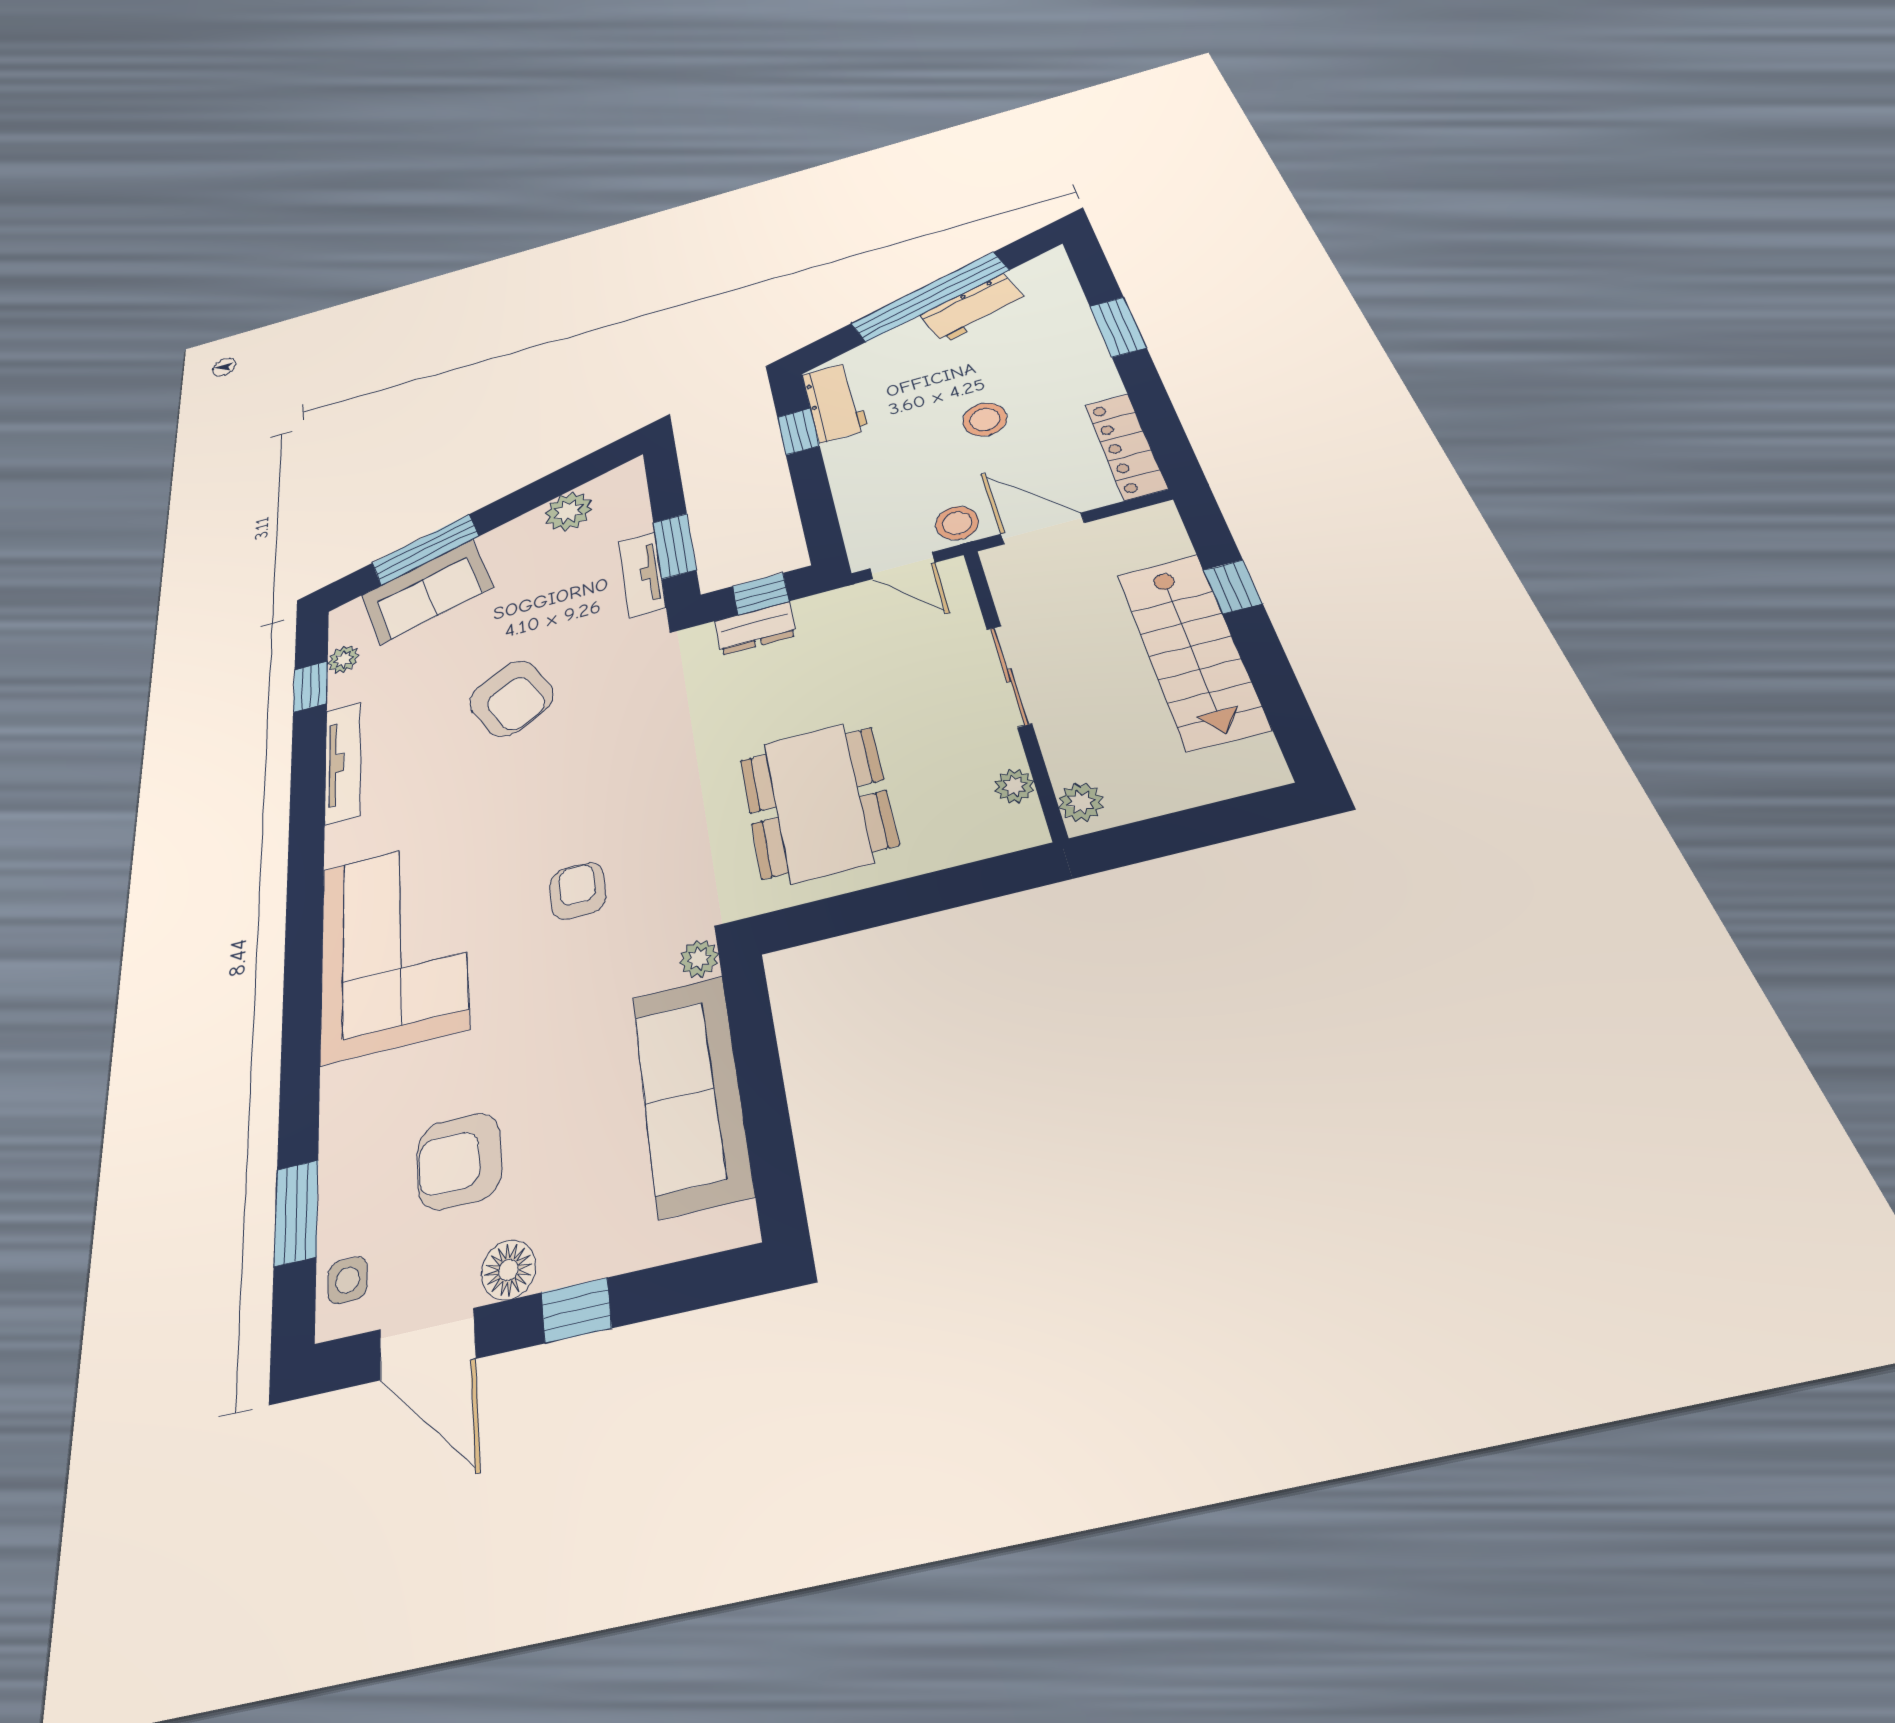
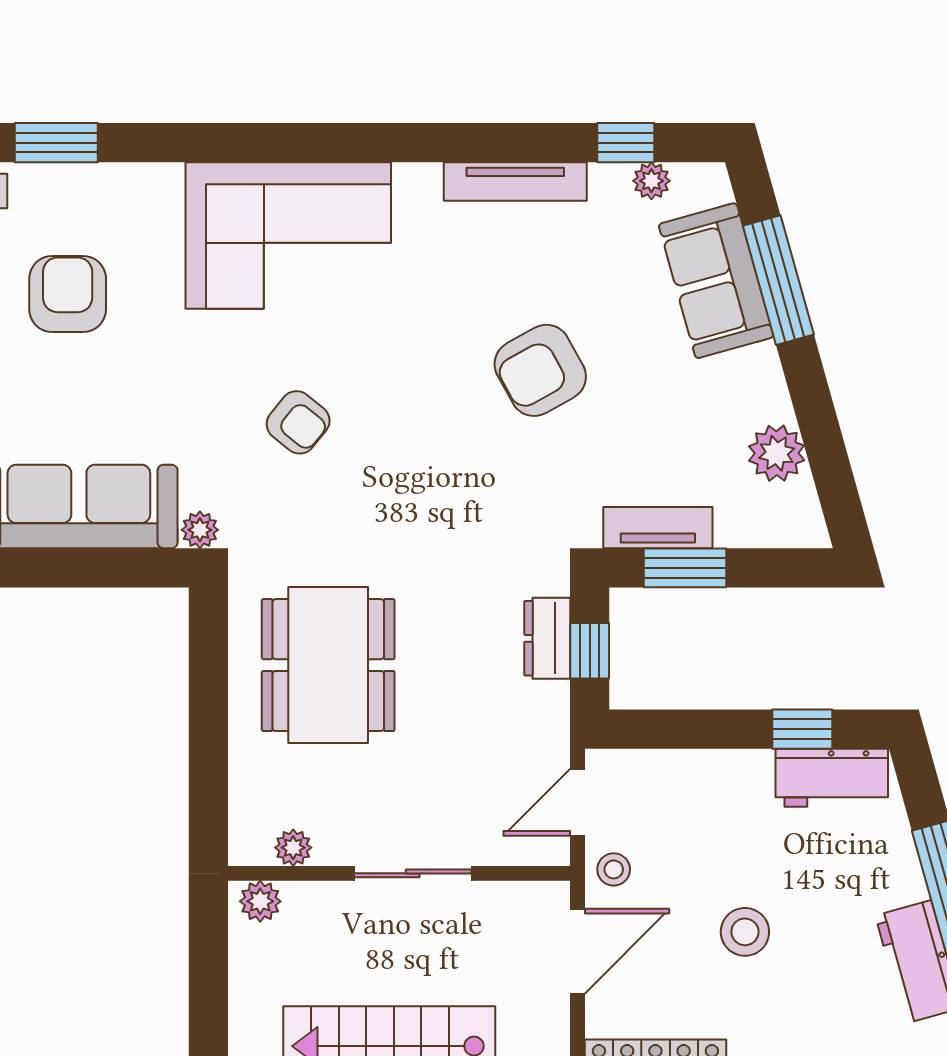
stool: (957, 523) -> (614, 869), width x0.73, depth x0.73
dining table: (818, 802) -> (328, 665), turned 90
armchair: (578, 891) -> (298, 422), turned 39

